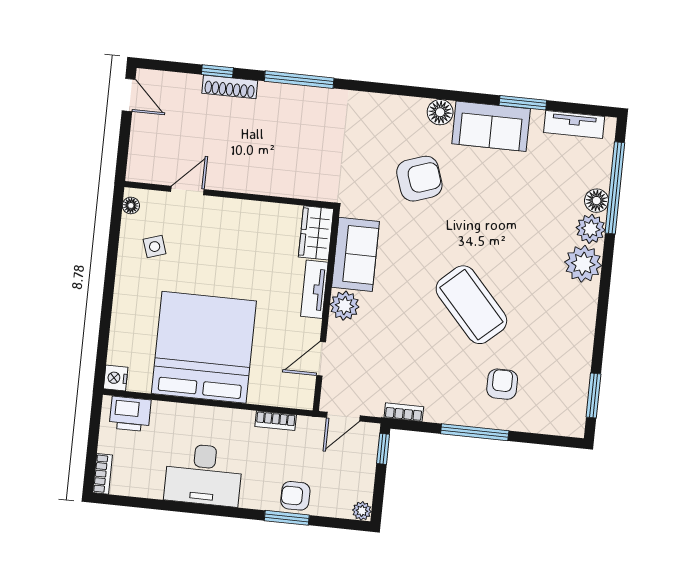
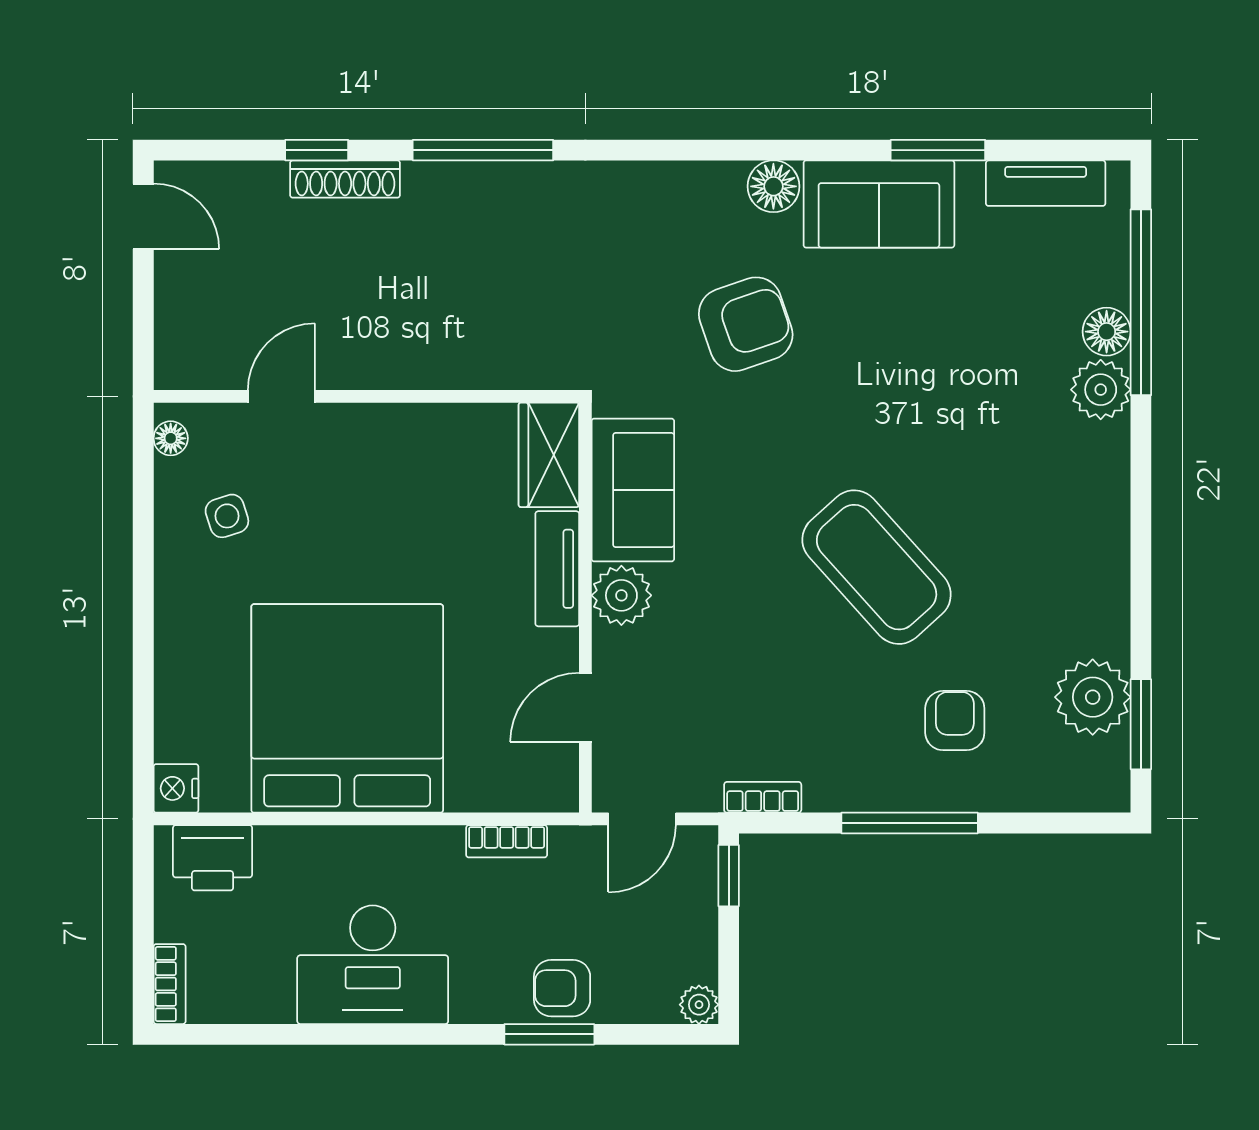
plant: (583, 264) -> (1093, 697), moved

